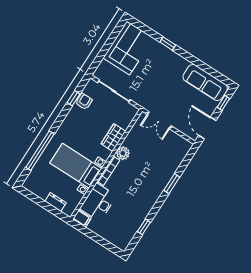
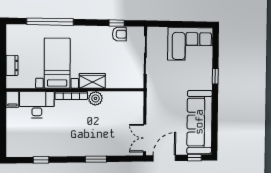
sofa: (205, 83) -> (199, 122), width x1.36, depth x1.27
double door: (159, 120) -> (145, 138), moved
wardrobe: (113, 137) -> (92, 81), moved

